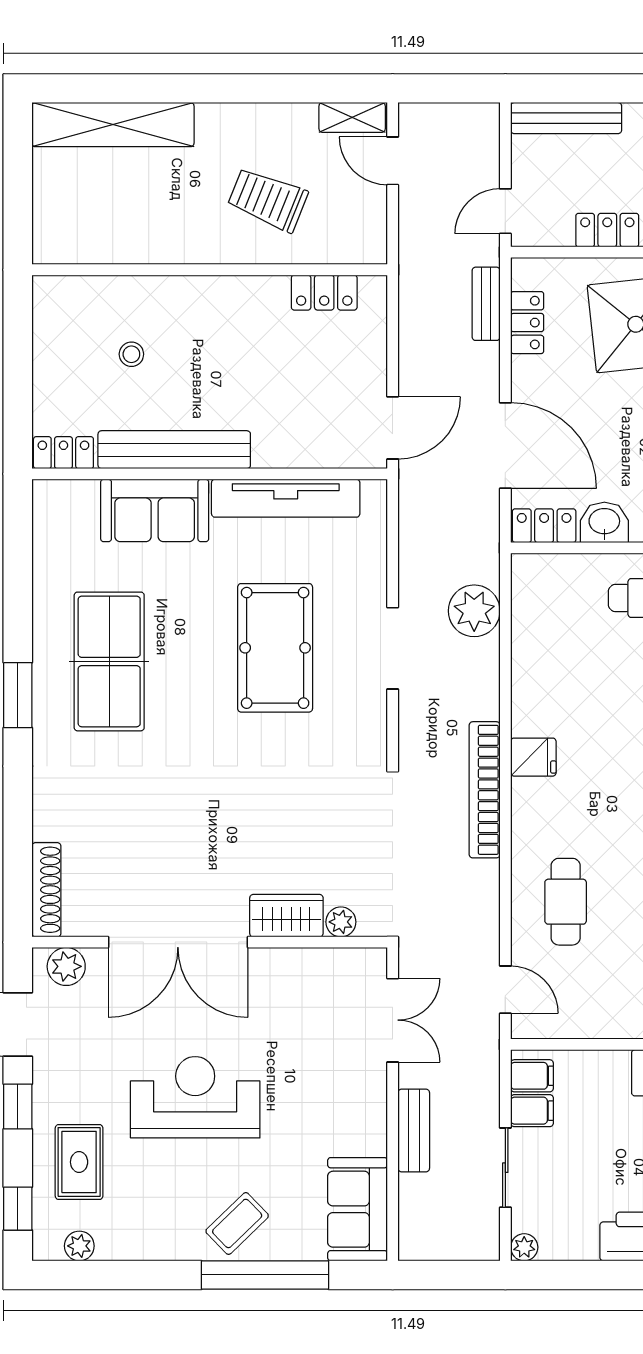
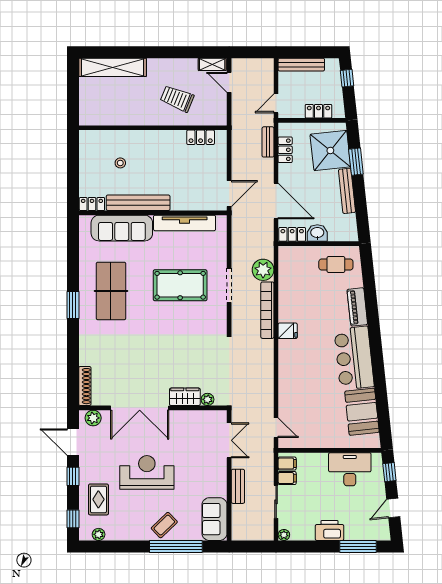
sofa: (155, 510) -> (122, 228), width x1.36
pool table: (275, 648) -> (180, 285), turned 90
bookcase: (485, 790) -> (267, 310), moved
cafe table: (566, 902) -> (301, 391), removed

